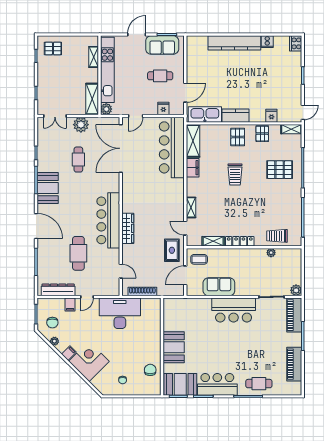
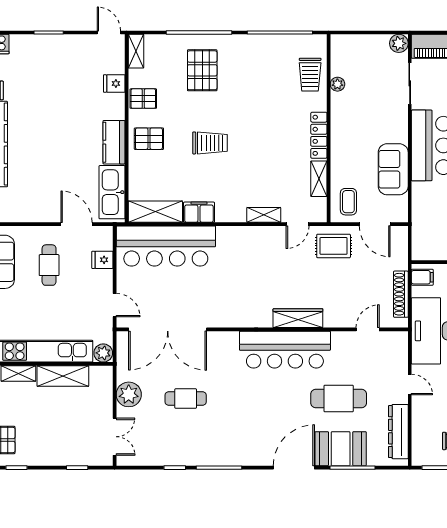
shelving: (92, 99) -> (63, 376), moved
booth: (48, 188) -> (341, 449), moved
filing cabinet: (70, 305) -> (422, 277), moved

